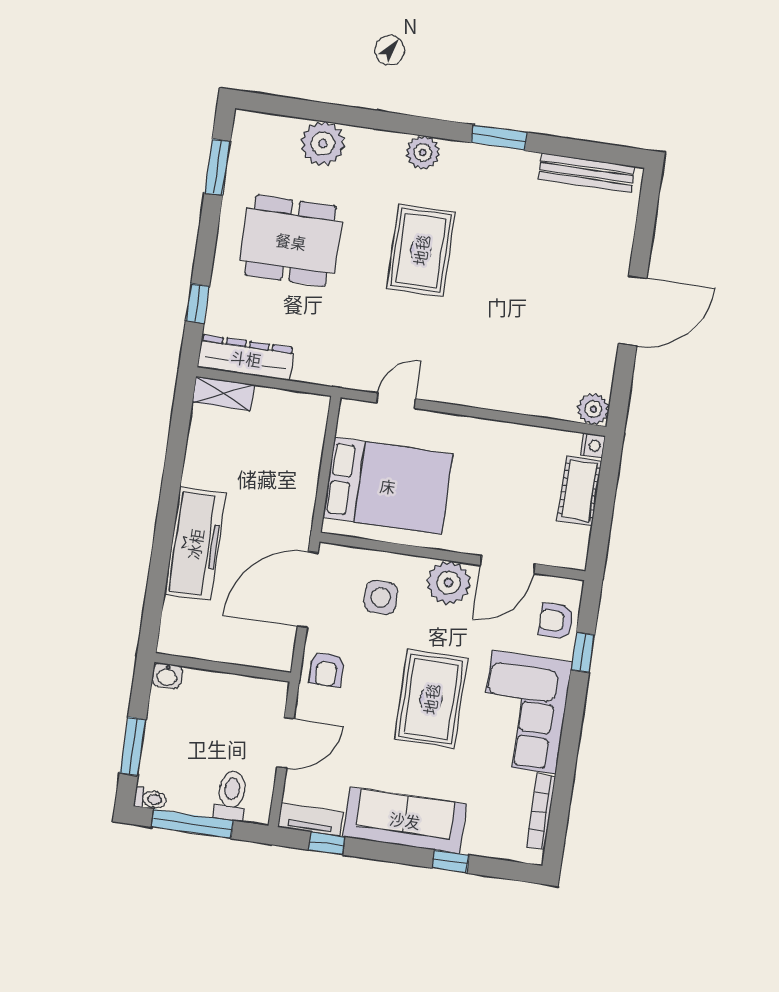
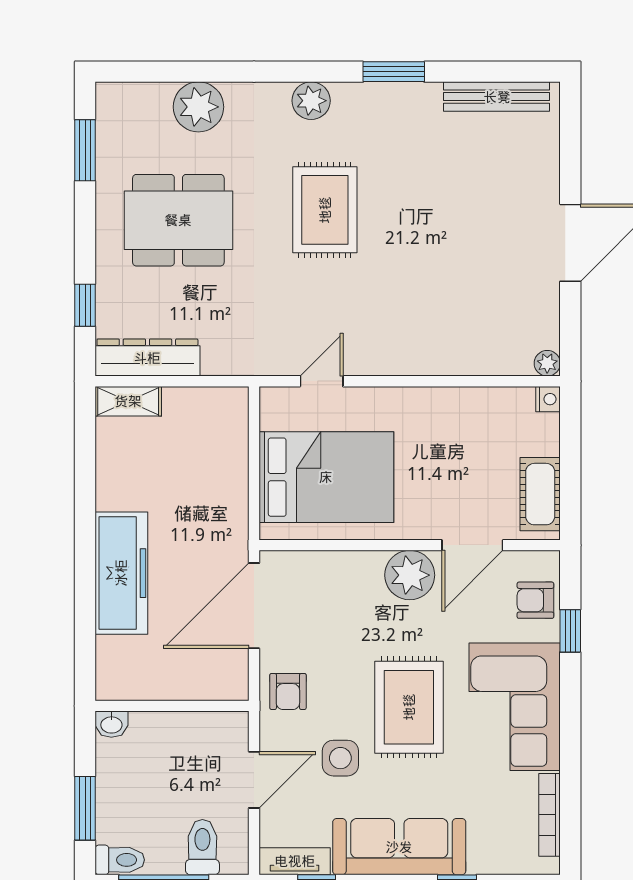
plant: (593, 409) -> (547, 363), width x0.73, depth x0.73
cot: (579, 491) -> (540, 494), moved
side table: (381, 597) -> (340, 758), moved
toilet: (150, 799) -> (120, 860), width x1.37, depth x1.39

